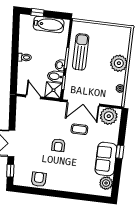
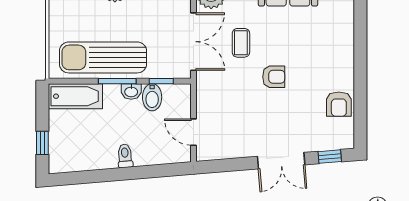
bathtub: (49, 24) -> (75, 96), moved, turned 90
sun lounger: (81, 52) -> (103, 57), width x1.36, depth x1.34
shower: (53, 90) -> (177, 97), removed
door: (33, 97) -> (193, 132), hinge flipped
armchair: (39, 179) -> (339, 104), turned -90

